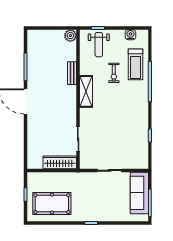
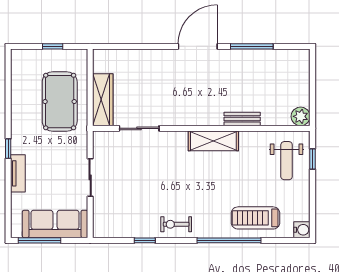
water cooler: (130, 35) -> (302, 230), moved
weight bench: (99, 45) -> (287, 161), turned -90
exercise bike: (114, 73) -> (176, 224), moved
pool table: (52, 204) -> (60, 102), moved
tv unit: (107, 217) -> (18, 173), added

